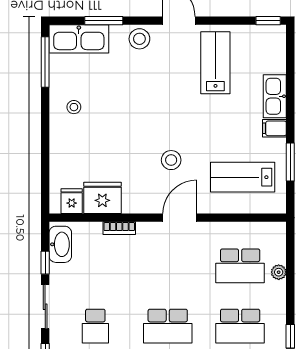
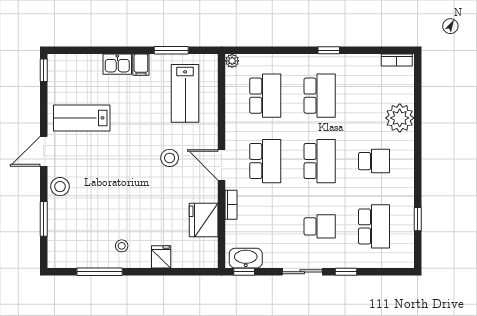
kitchen sink: (79, 39) -> (60, 241), removed
window: (45, 62) -> (100, 272), moved
kitchen sink: (275, 96) -> (117, 64), width x0.73
fridge: (72, 201) -> (161, 257), moved, turned 90
door: (180, 218) -> (222, 165), moved
window: (45, 263) -> (244, 272), moved
school desk: (168, 266) -> (265, 161), added
plant: (279, 272) -> (232, 61), moved

